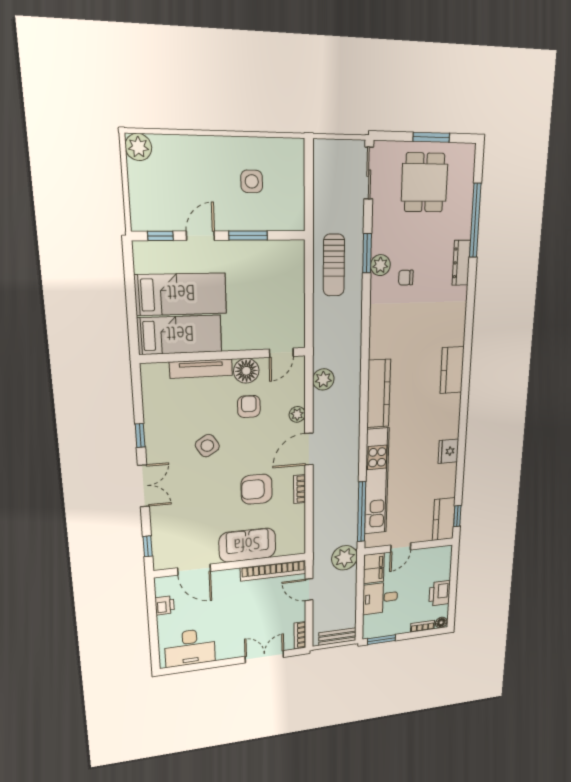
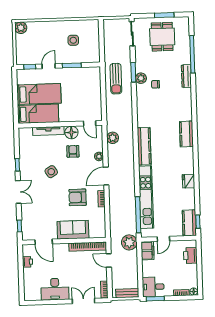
door: (281, 353) -> (90, 123), hinge flipped
printer: (440, 593) -> (190, 256), moved
desk: (380, 598) -> (153, 287), moved
desk: (190, 648) -> (55, 289), moved

